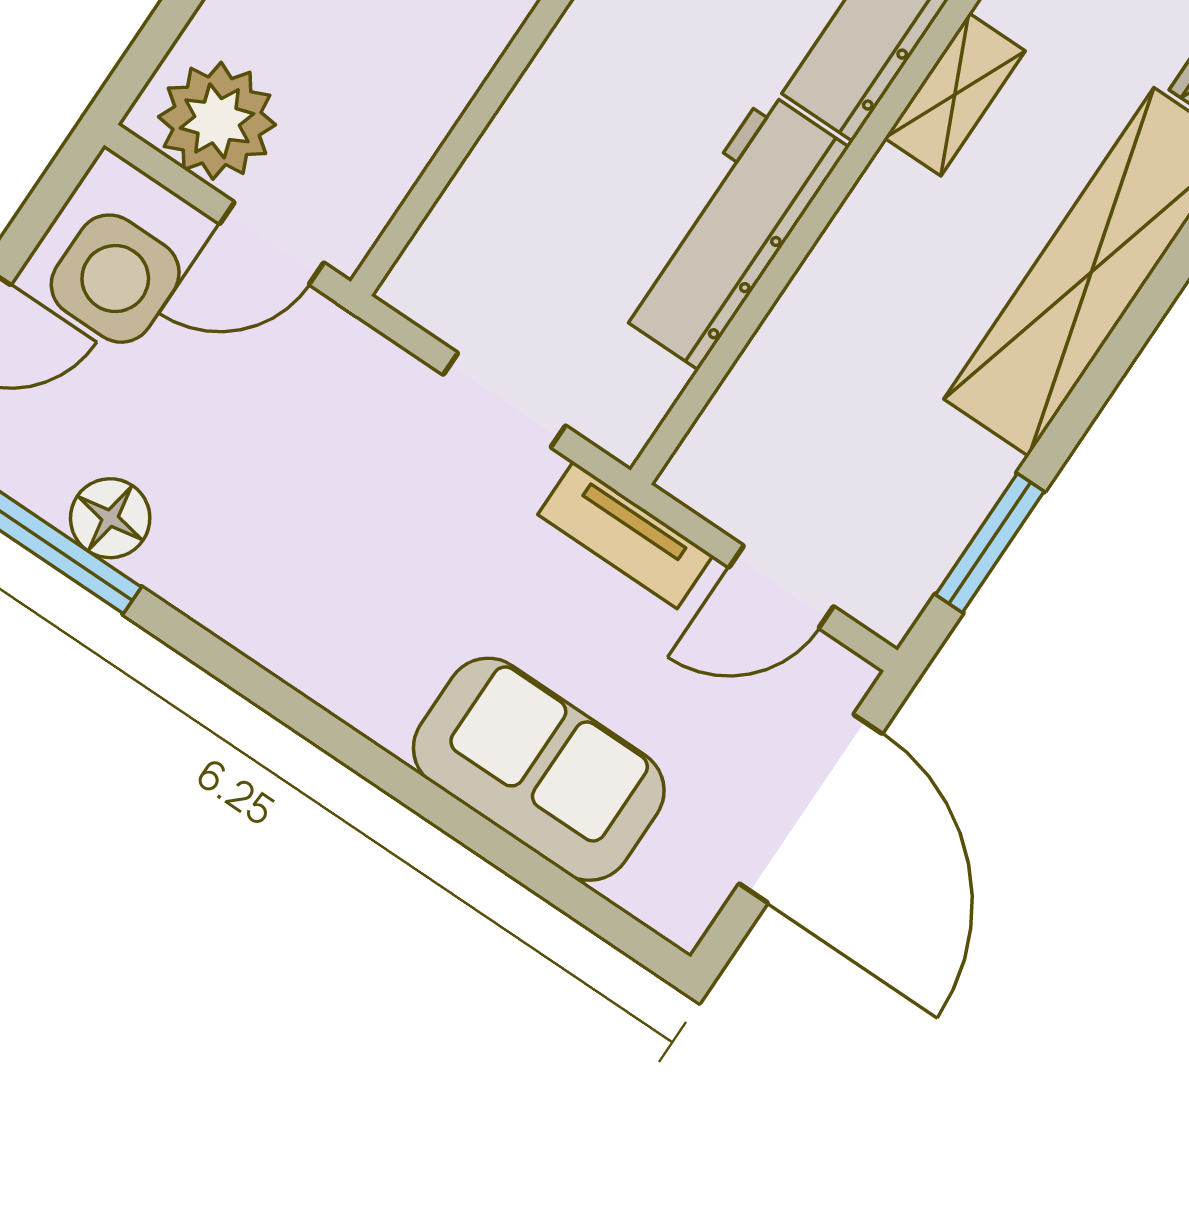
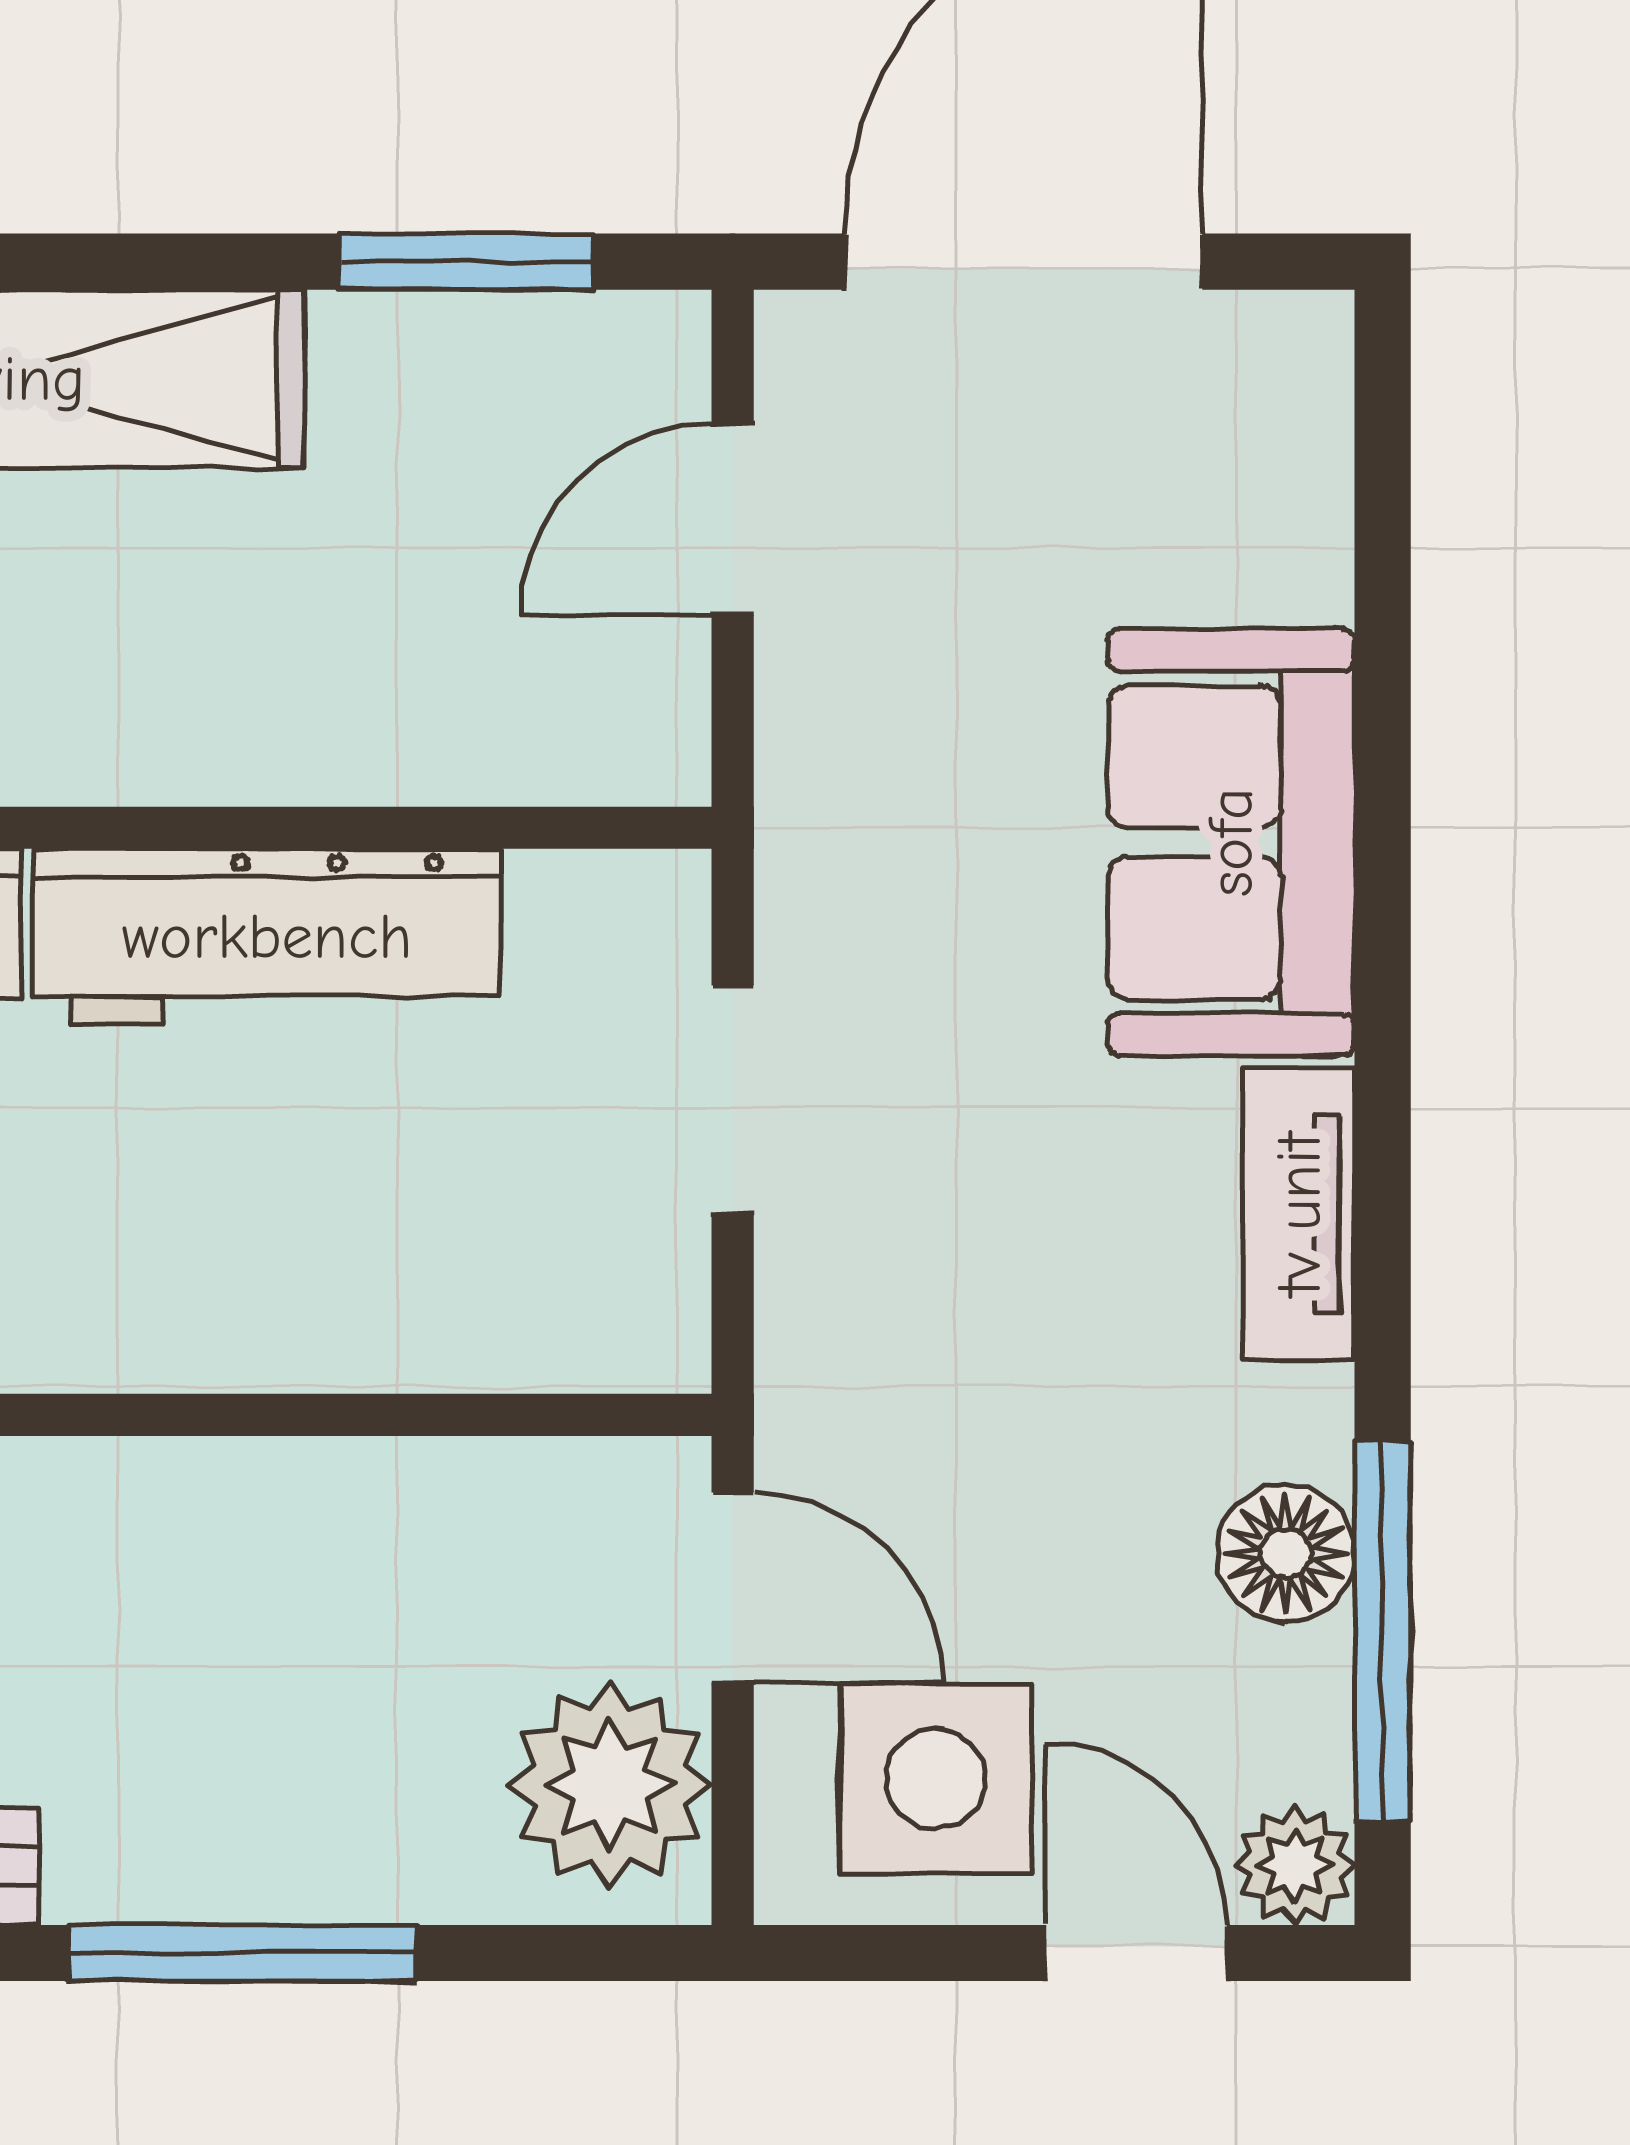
tv unit: (625, 535) -> (1299, 1214), moved, turned 180
door: (781, 587) -> (733, 519), swing flipped
sofa: (539, 769) -> (1231, 842), moved

